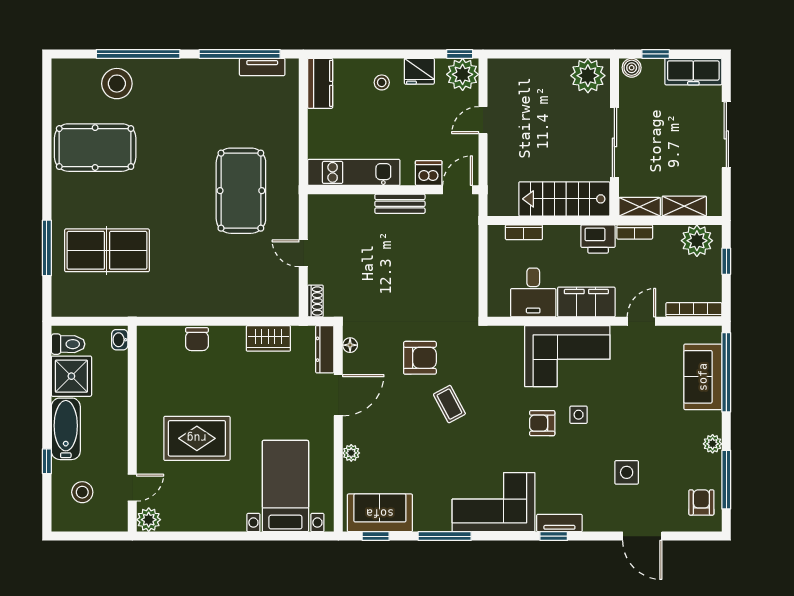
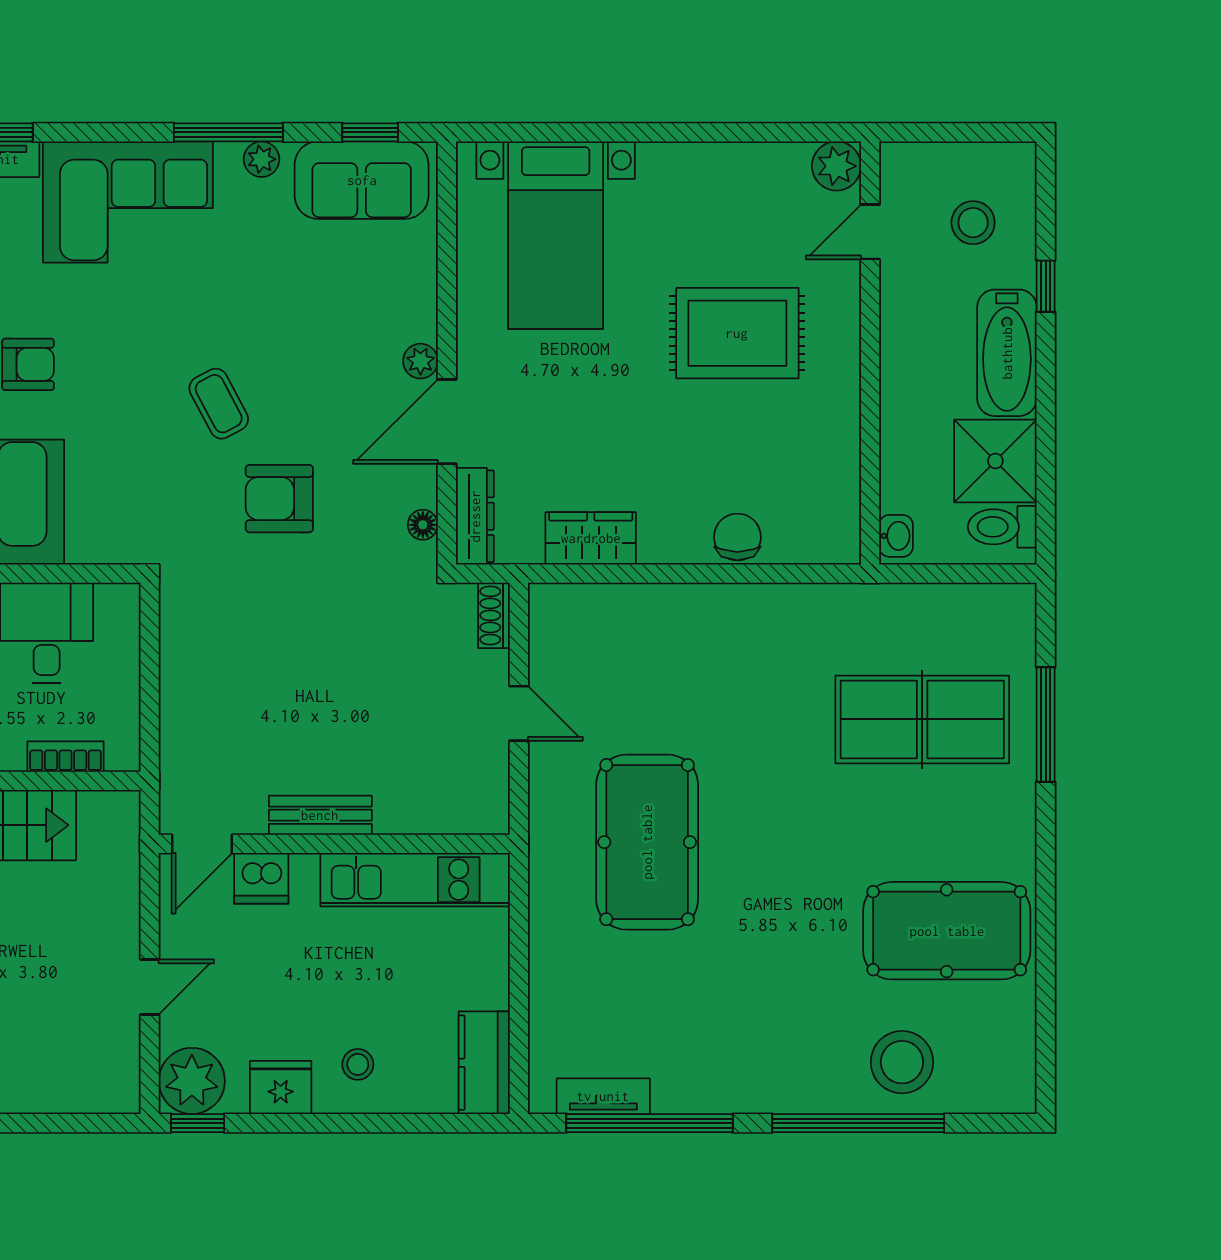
plant: (351, 453) -> (420, 361), moved
plant: (429, 523) -> (262, 159), added

